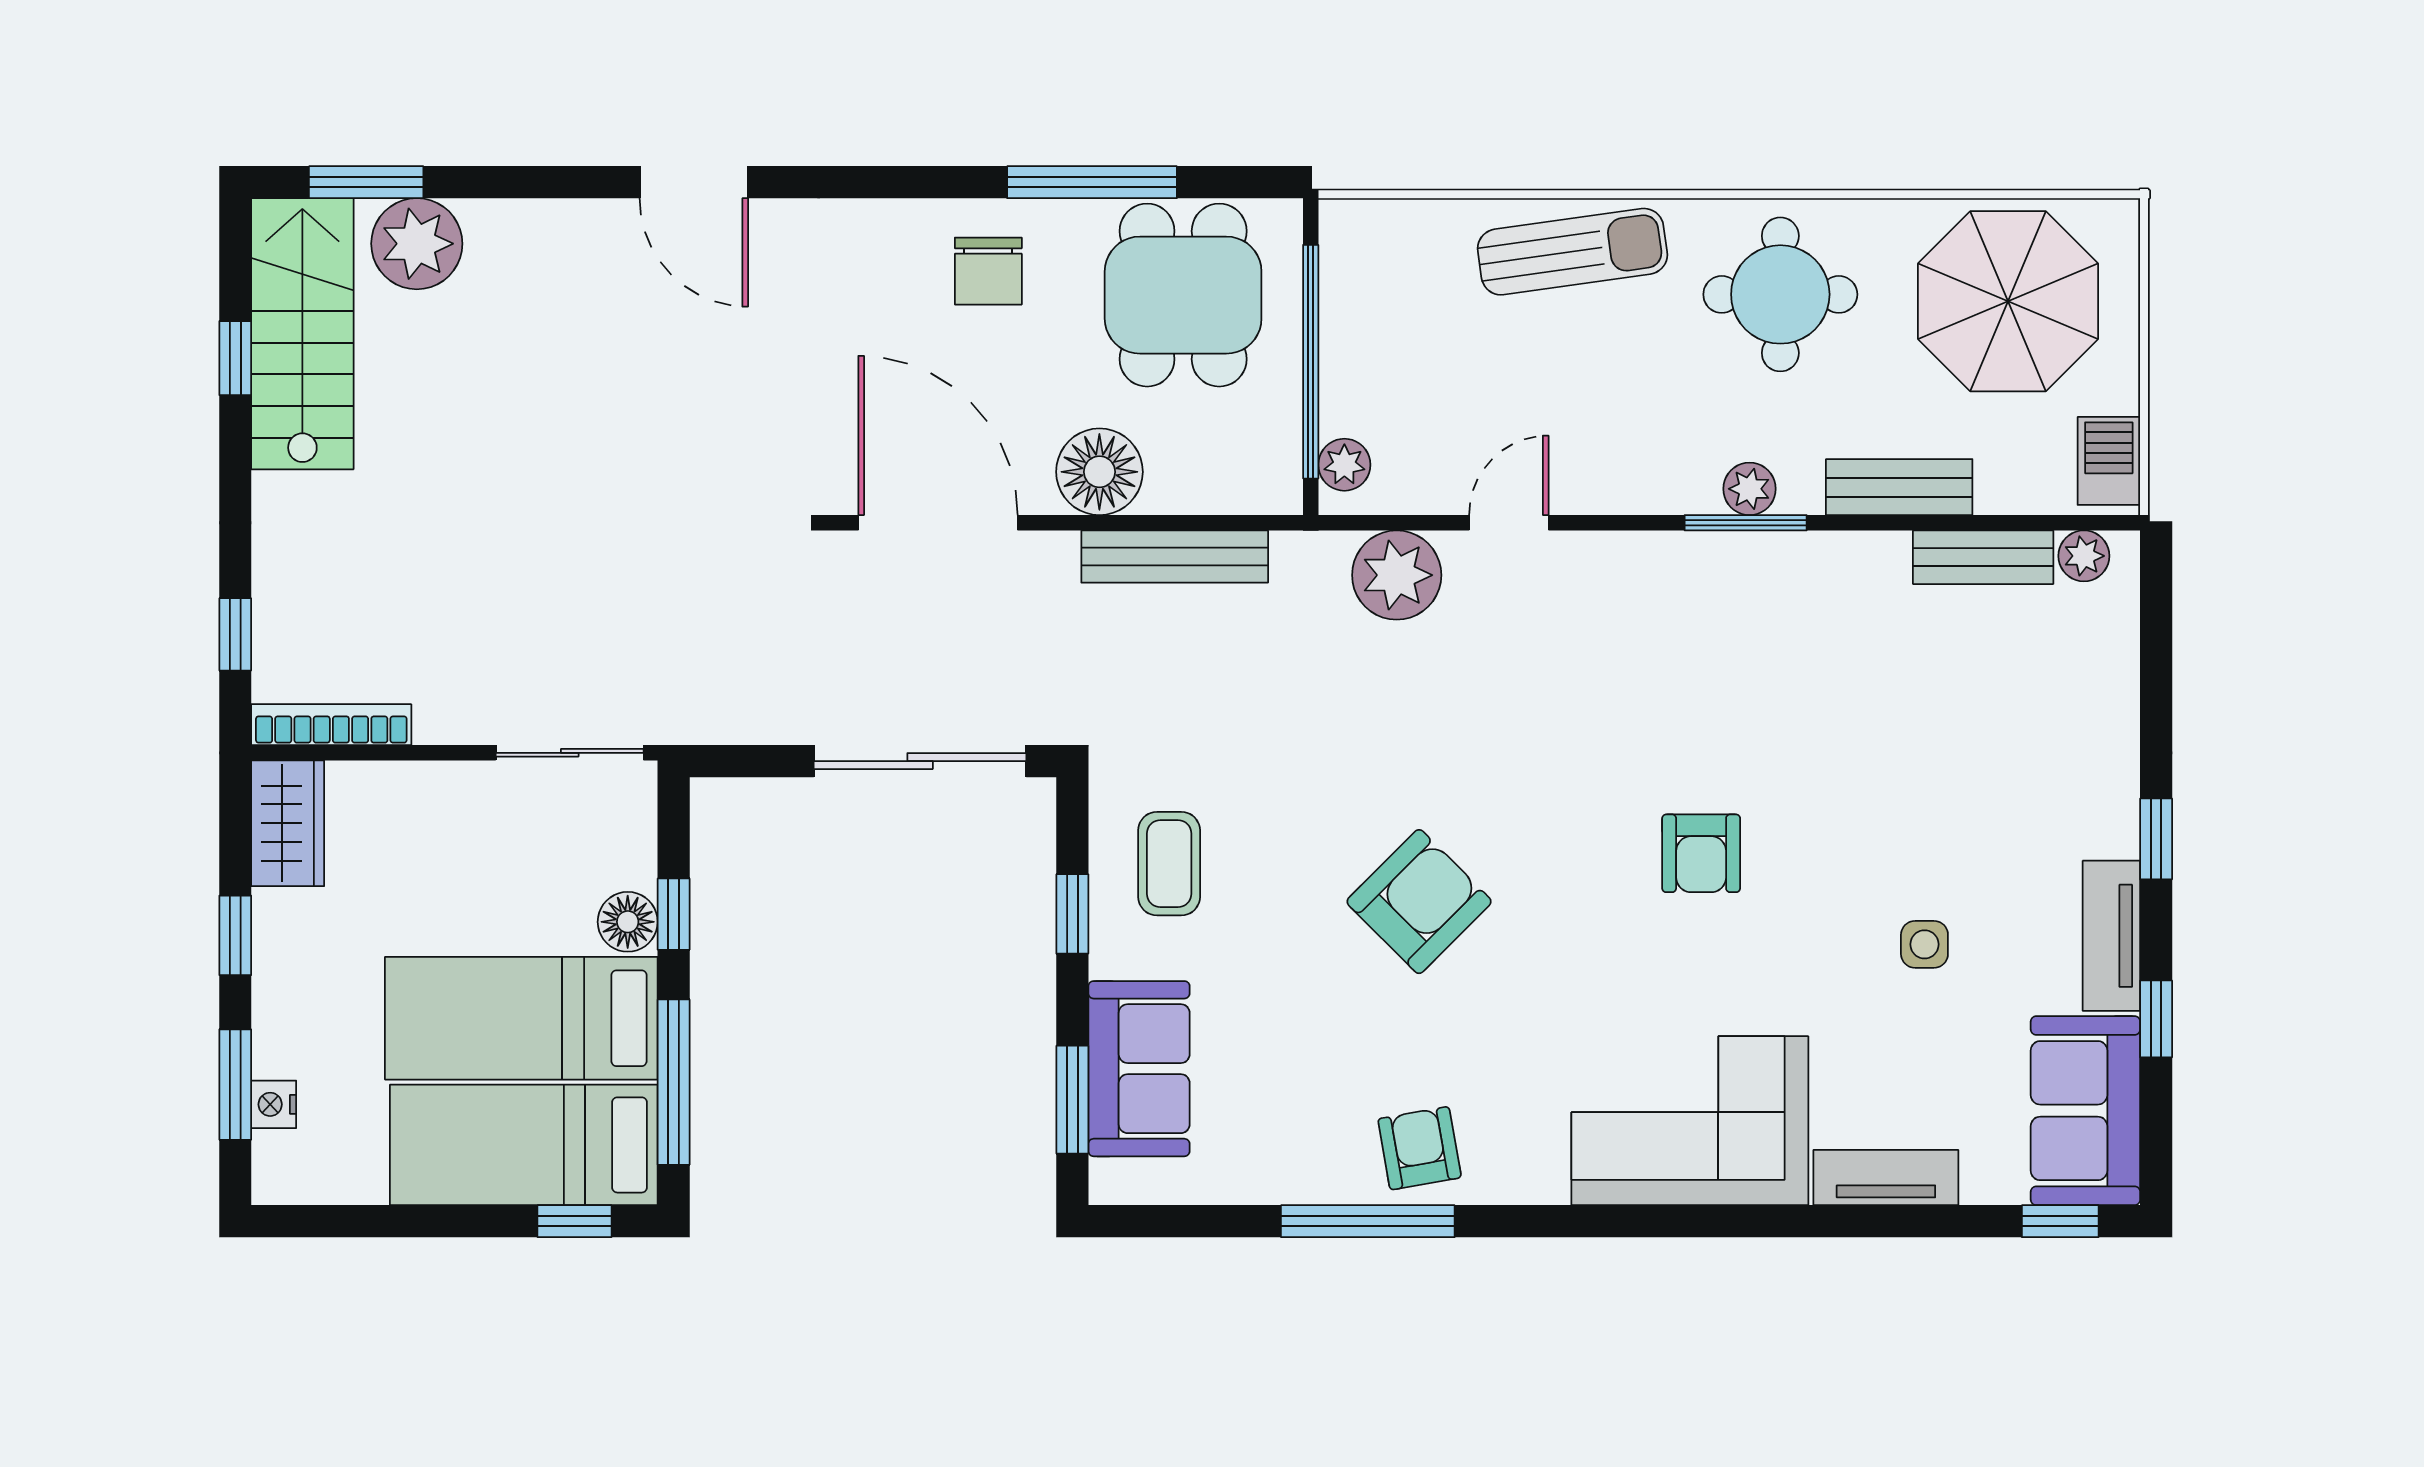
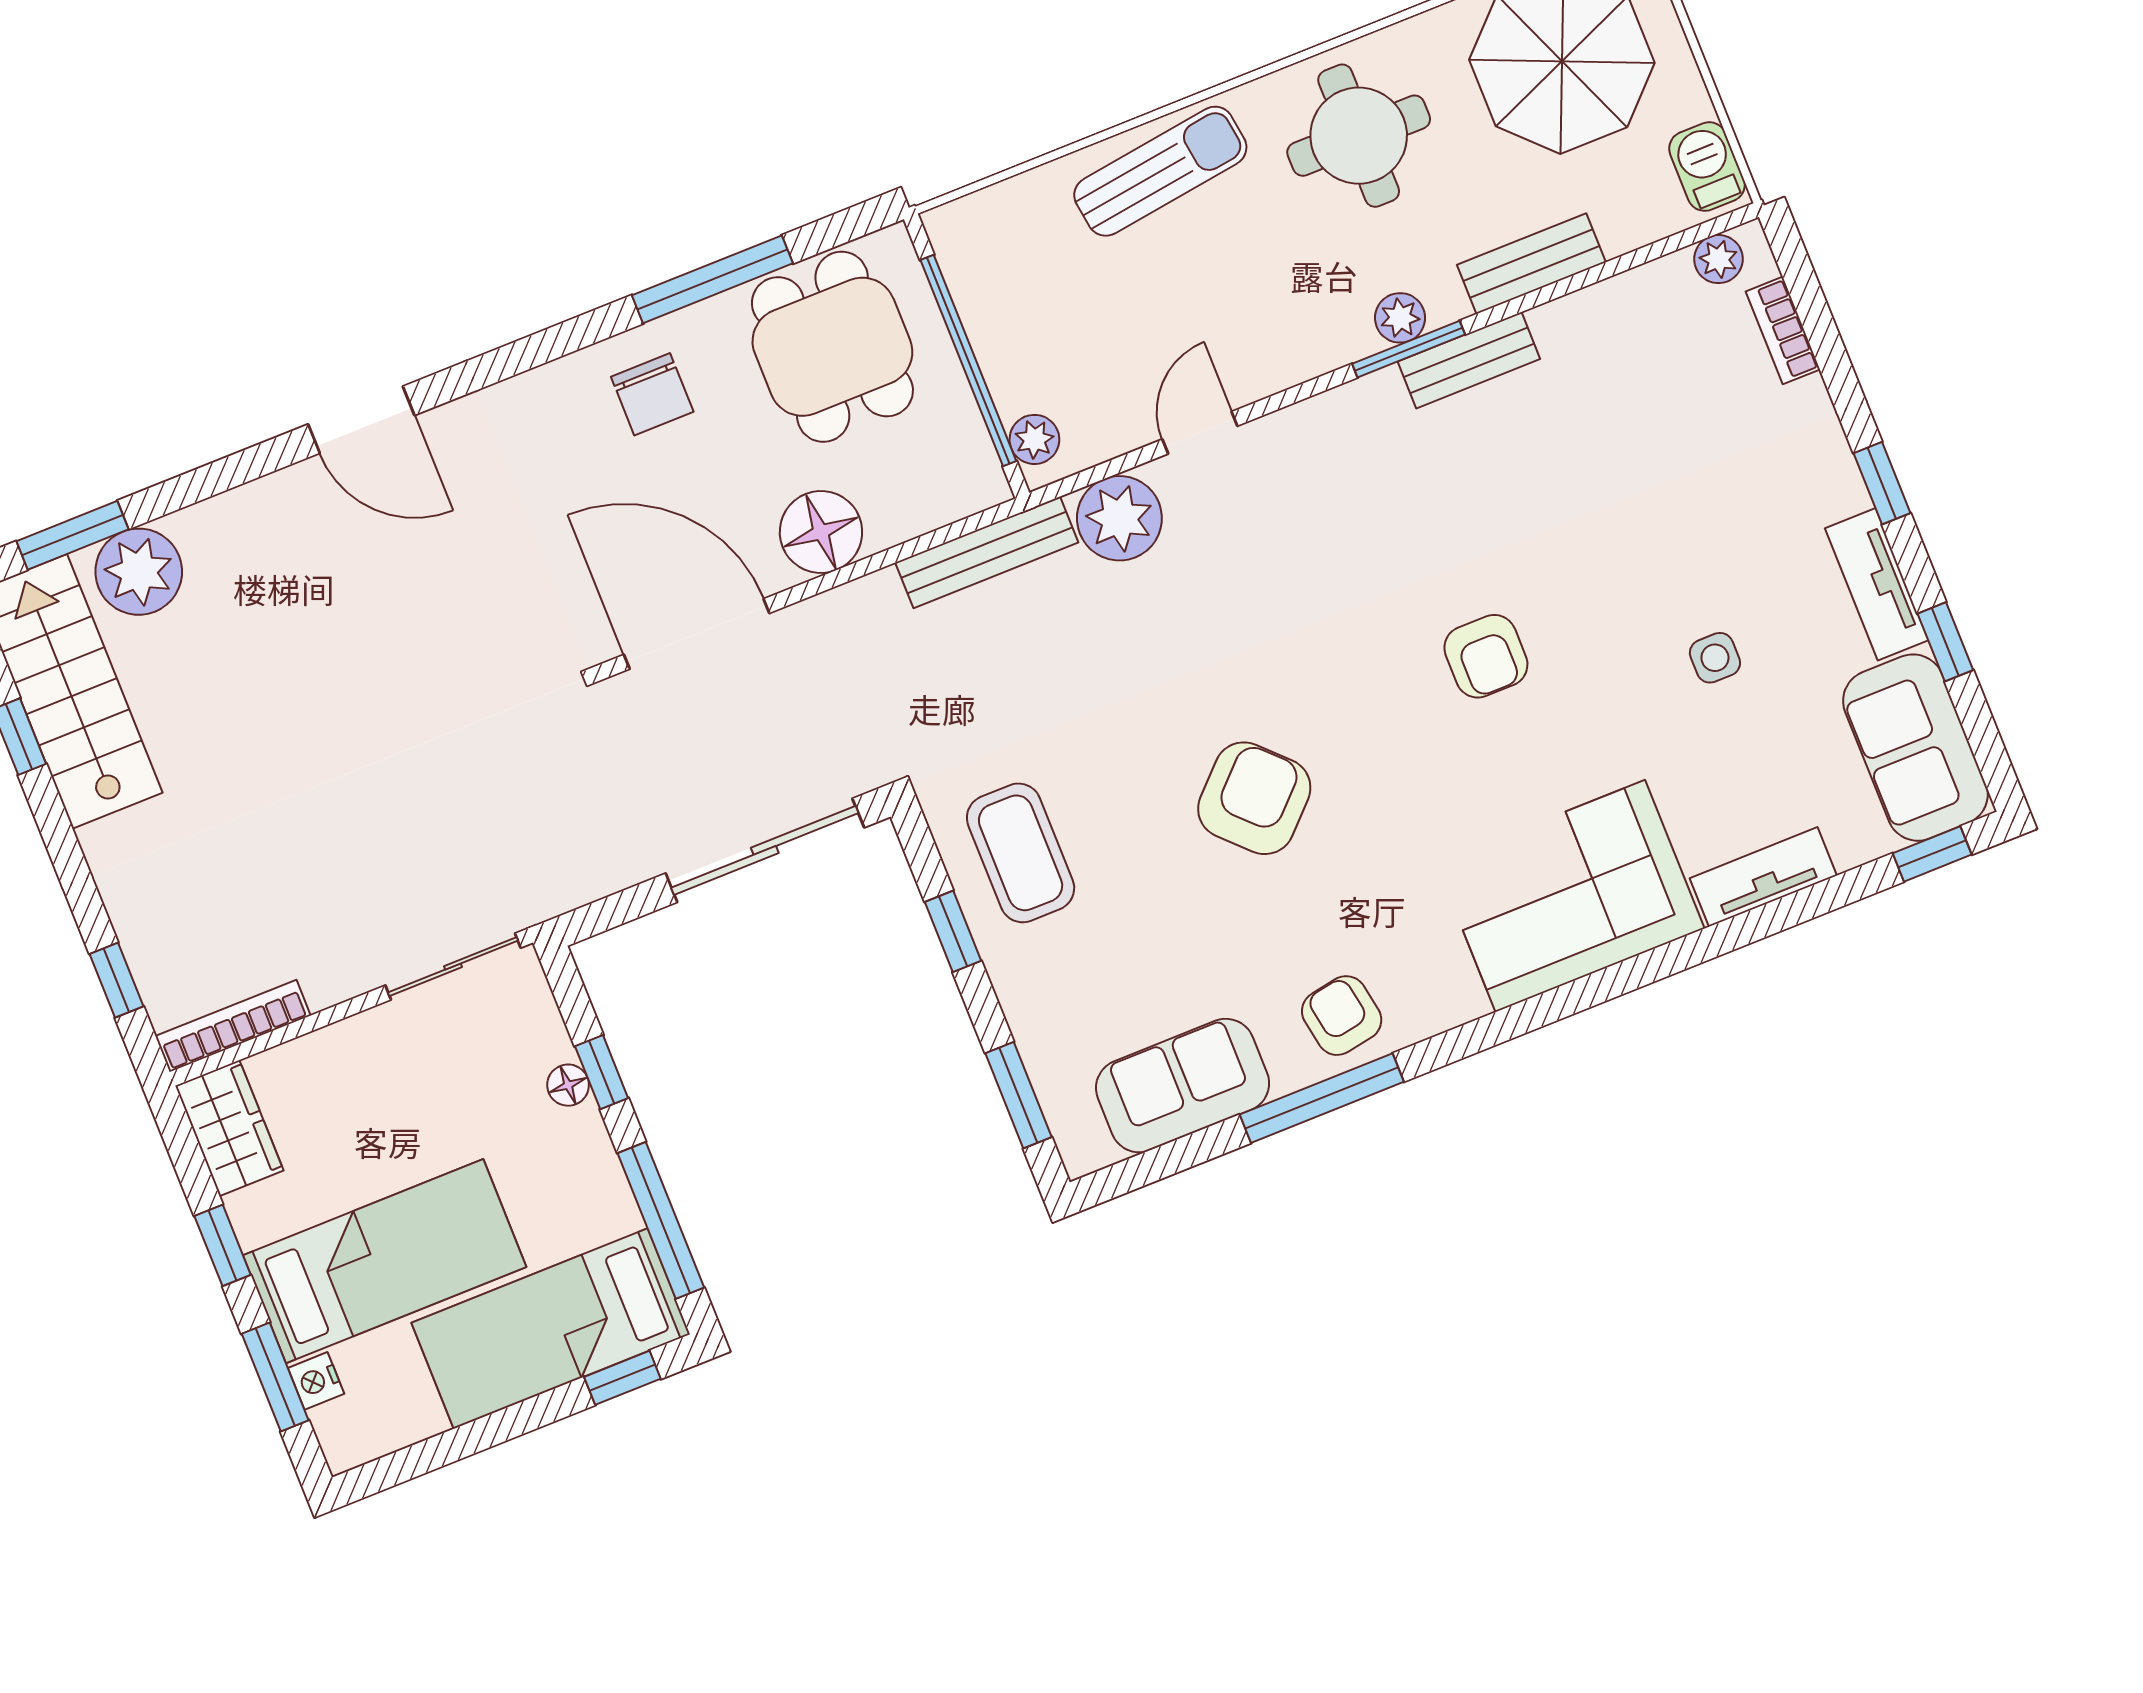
bench: (1175, 557) -> (987, 552), moved
bench: (1983, 557) -> (1469, 360), moved
bookcase: (2119, 651) -> (1783, 330), added
coffee table: (1169, 864) -> (1021, 853), width x1.36, depth x1.30
floor lamp: (628, 922) -> (568, 1085), width x0.73, depth x0.73
bed: (521, 1018) -> (385, 1261), moved, turned 180
sofa: (1139, 1069) -> (1183, 1086), moved, turned -90

